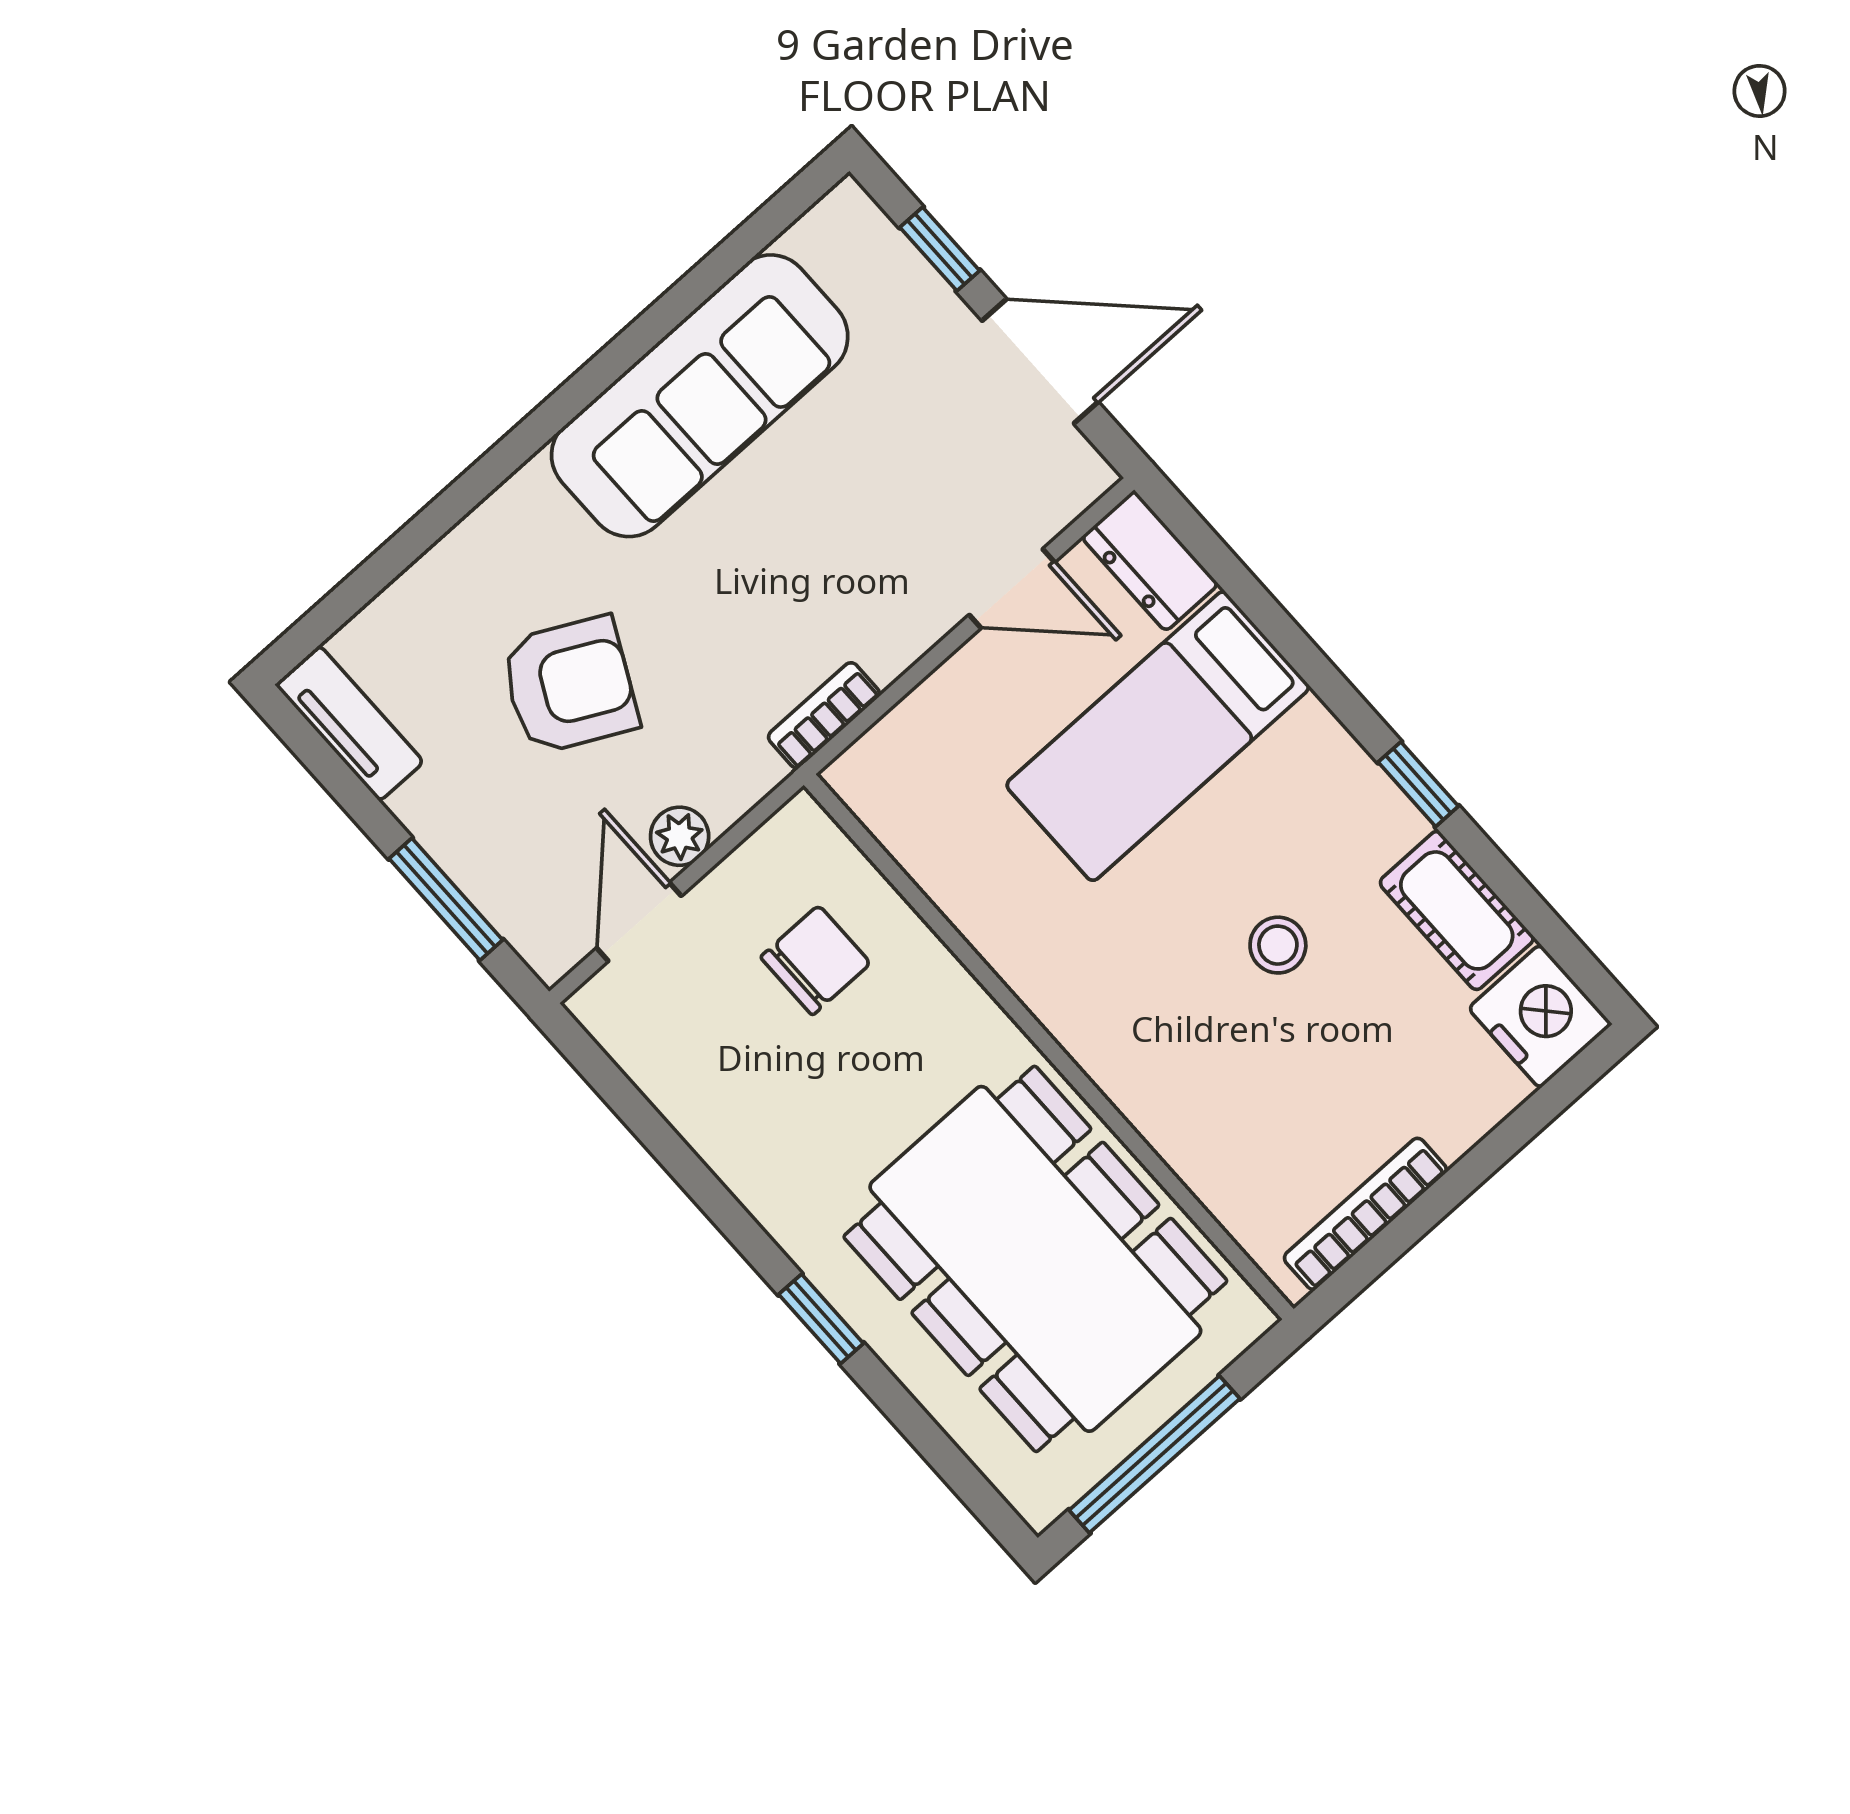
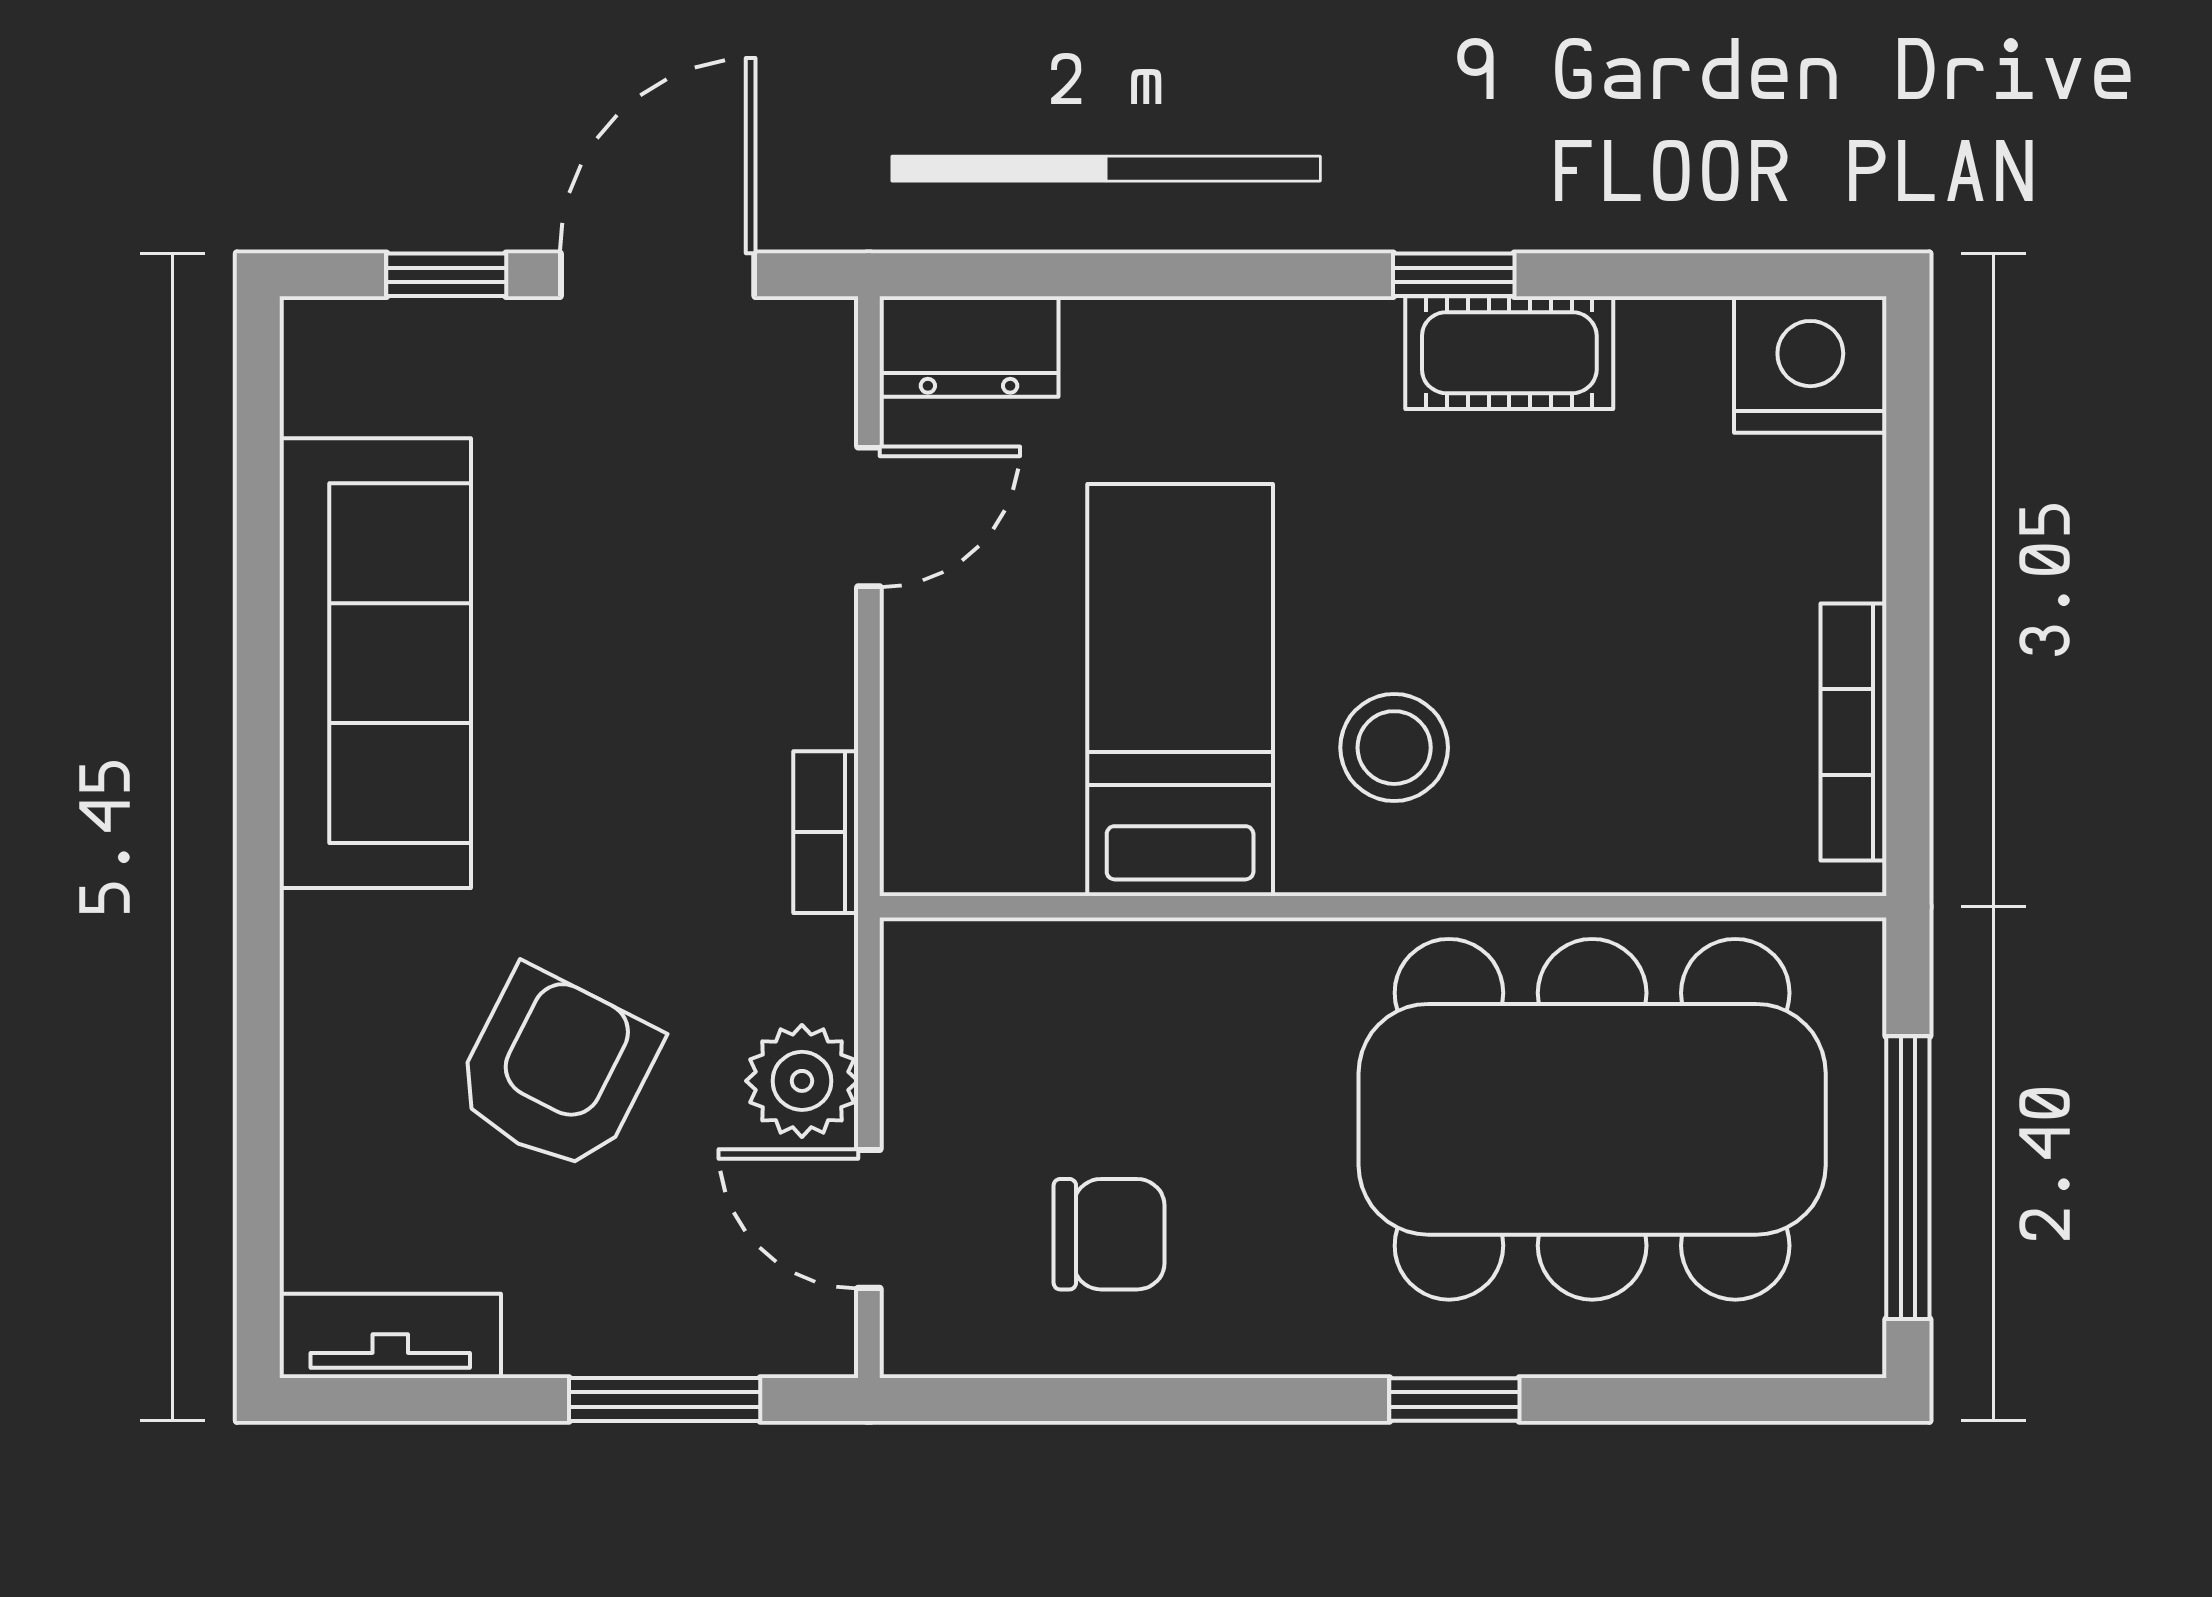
bed: (1158, 736) -> (1180, 690), moved, turned 180
plant: (680, 836) -> (802, 1081), width x1.38, depth x1.38
cot: (1457, 910) -> (1509, 353), moved
stool: (1278, 945) -> (1394, 748), moved, width x1.37, depth x1.37
chair: (815, 960) -> (1109, 1234), moved, turned 90

